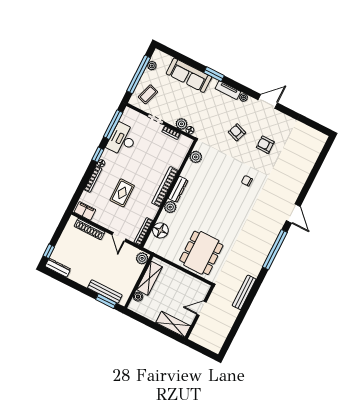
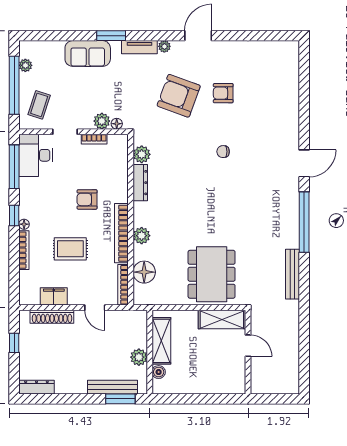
sofa: (189, 75) -> (88, 54), width x0.73
armchair: (237, 132) -> (179, 96), width x1.88, depth x1.88
desk: (122, 139) -> (36, 155), moved
armchair: (148, 168) -> (87, 199), added
bookcase: (165, 187) -> (121, 233), moved
dresser: (178, 189) -> (140, 183), moved
rug: (122, 193) -> (70, 249), turned 90
filing cabinet: (85, 211) -> (54, 296), moved
door: (293, 213) -> (304, 163), hinge flipped
window: (49, 251) -> (14, 343), moved
plant: (142, 258) -> (139, 357), moved
bench: (244, 292) -> (293, 274), moved
door: (201, 308) -> (248, 346), swing flipped
shelving: (173, 324) -> (222, 319), moved

